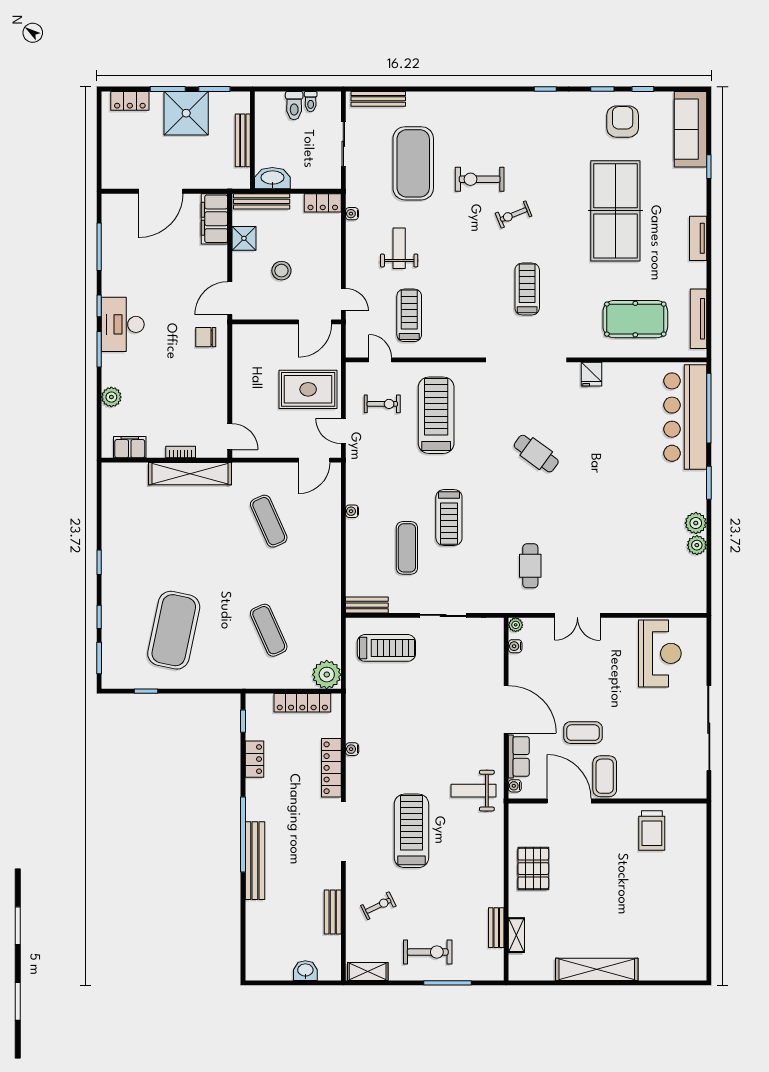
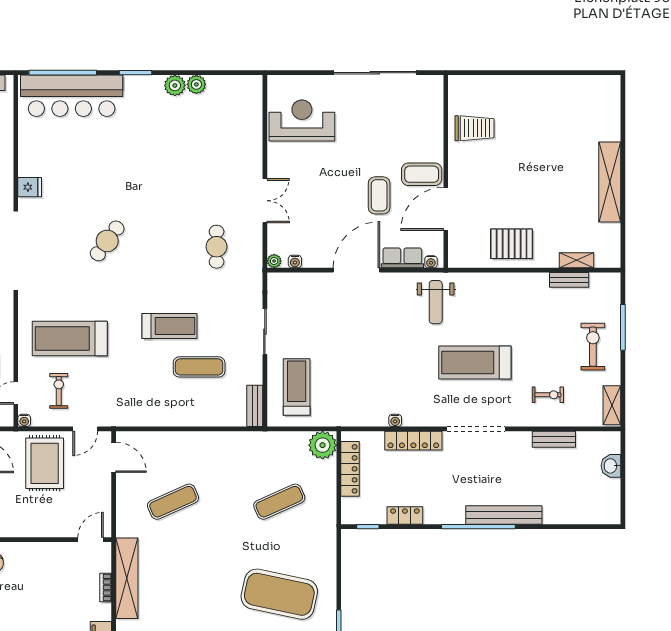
water cooler: (352, 511) -> (24, 420), moved
cafe table: (530, 566) -> (217, 247), turned 90
exercise bike: (378, 906) -> (548, 395), turned 116

